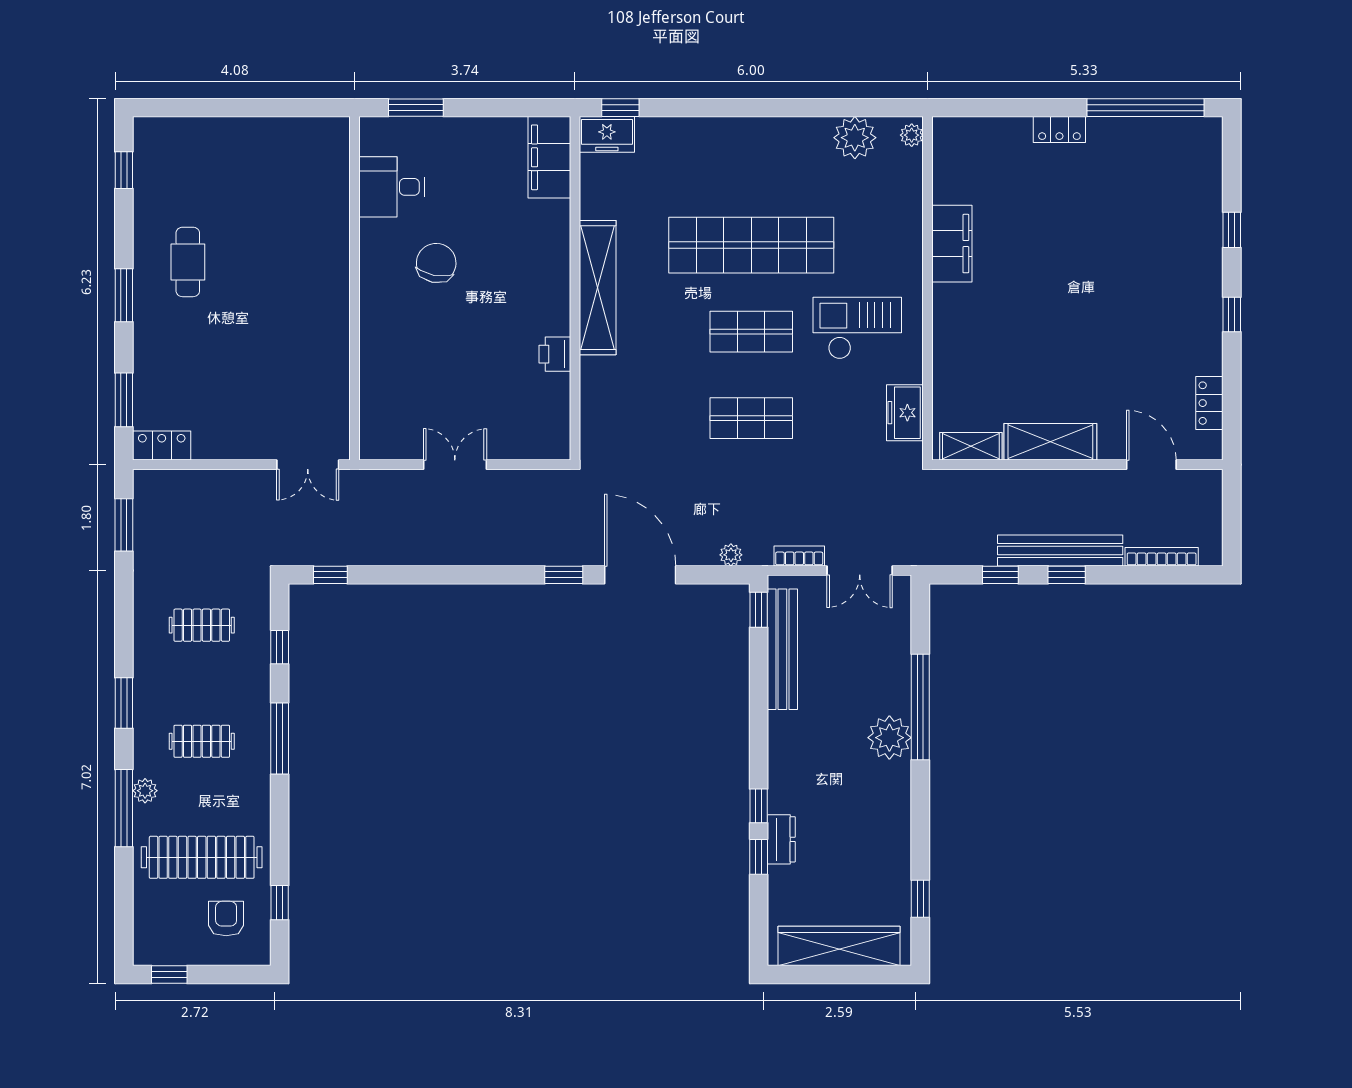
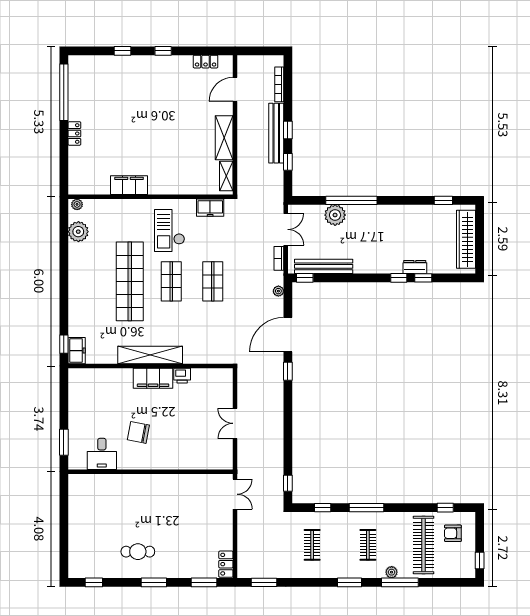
filing cabinet: (549, 157) -> (153, 378), moved
plant: (889, 738) -> (335, 215), moved

